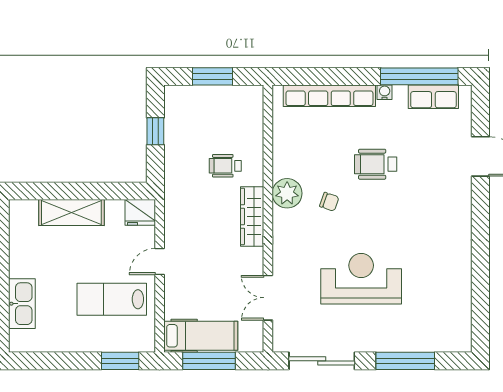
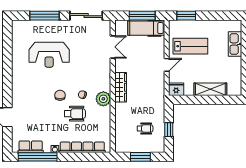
wheelchair: (376, 164) -> (75, 114), moved
wheelchair: (225, 166) -> (145, 128), moved
chair: (374, 201) -> (60, 95), added
reception desk: (361, 279) -> (49, 55), moved

